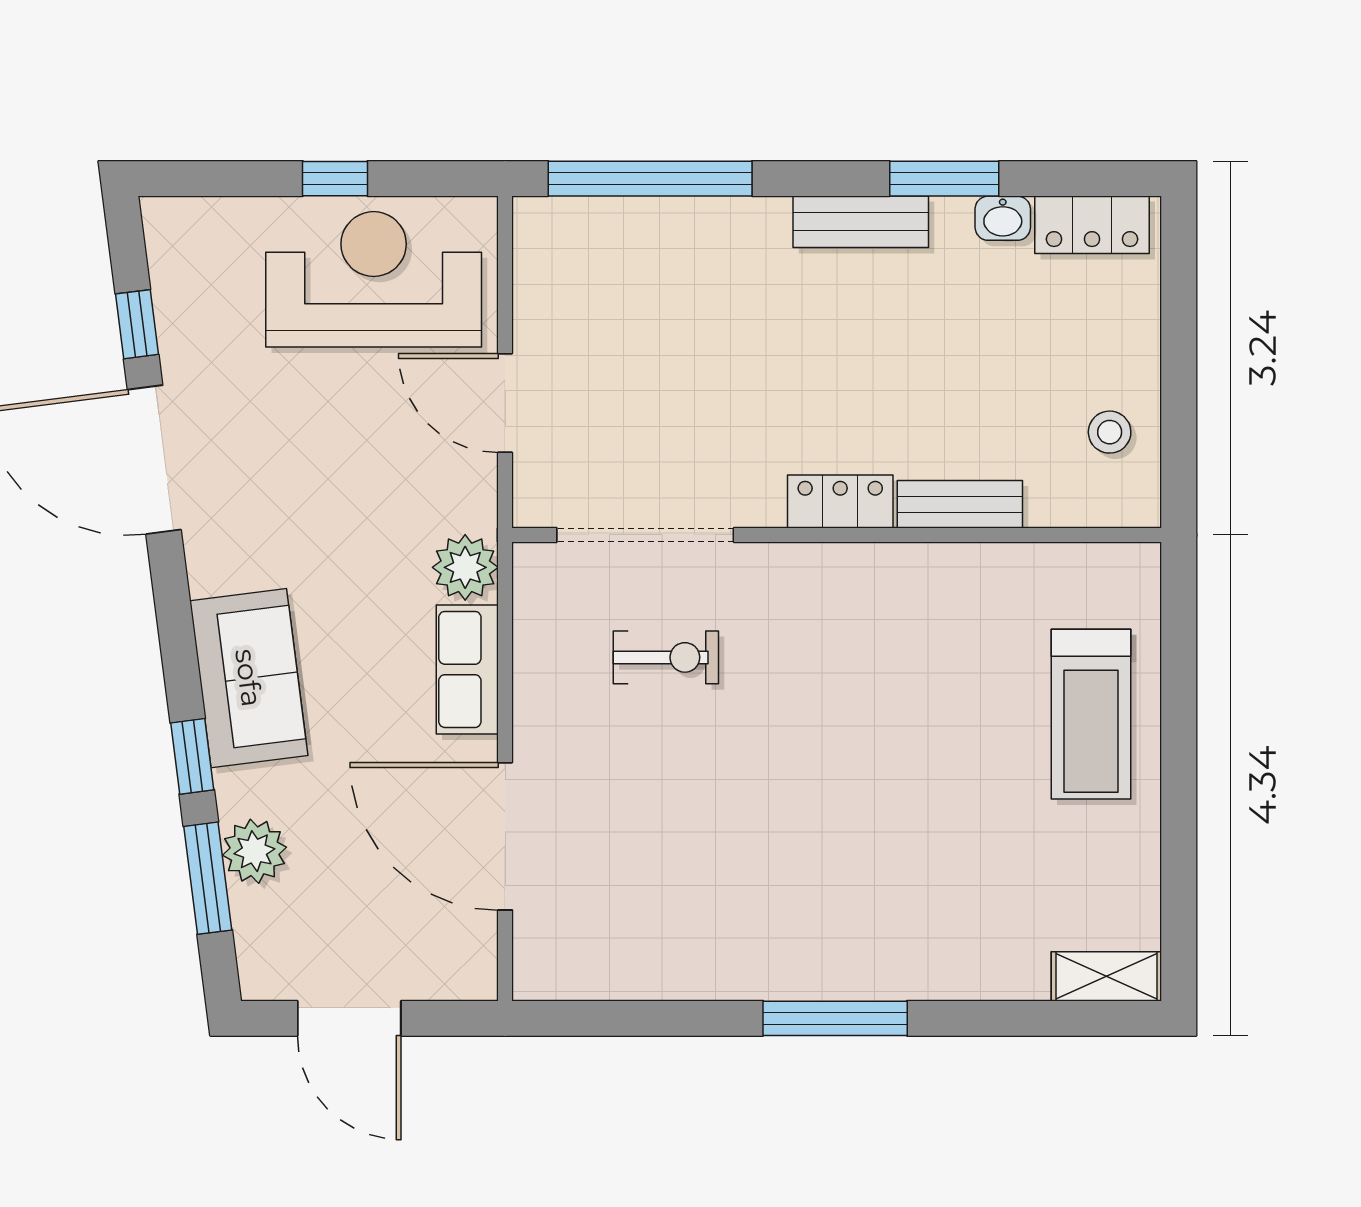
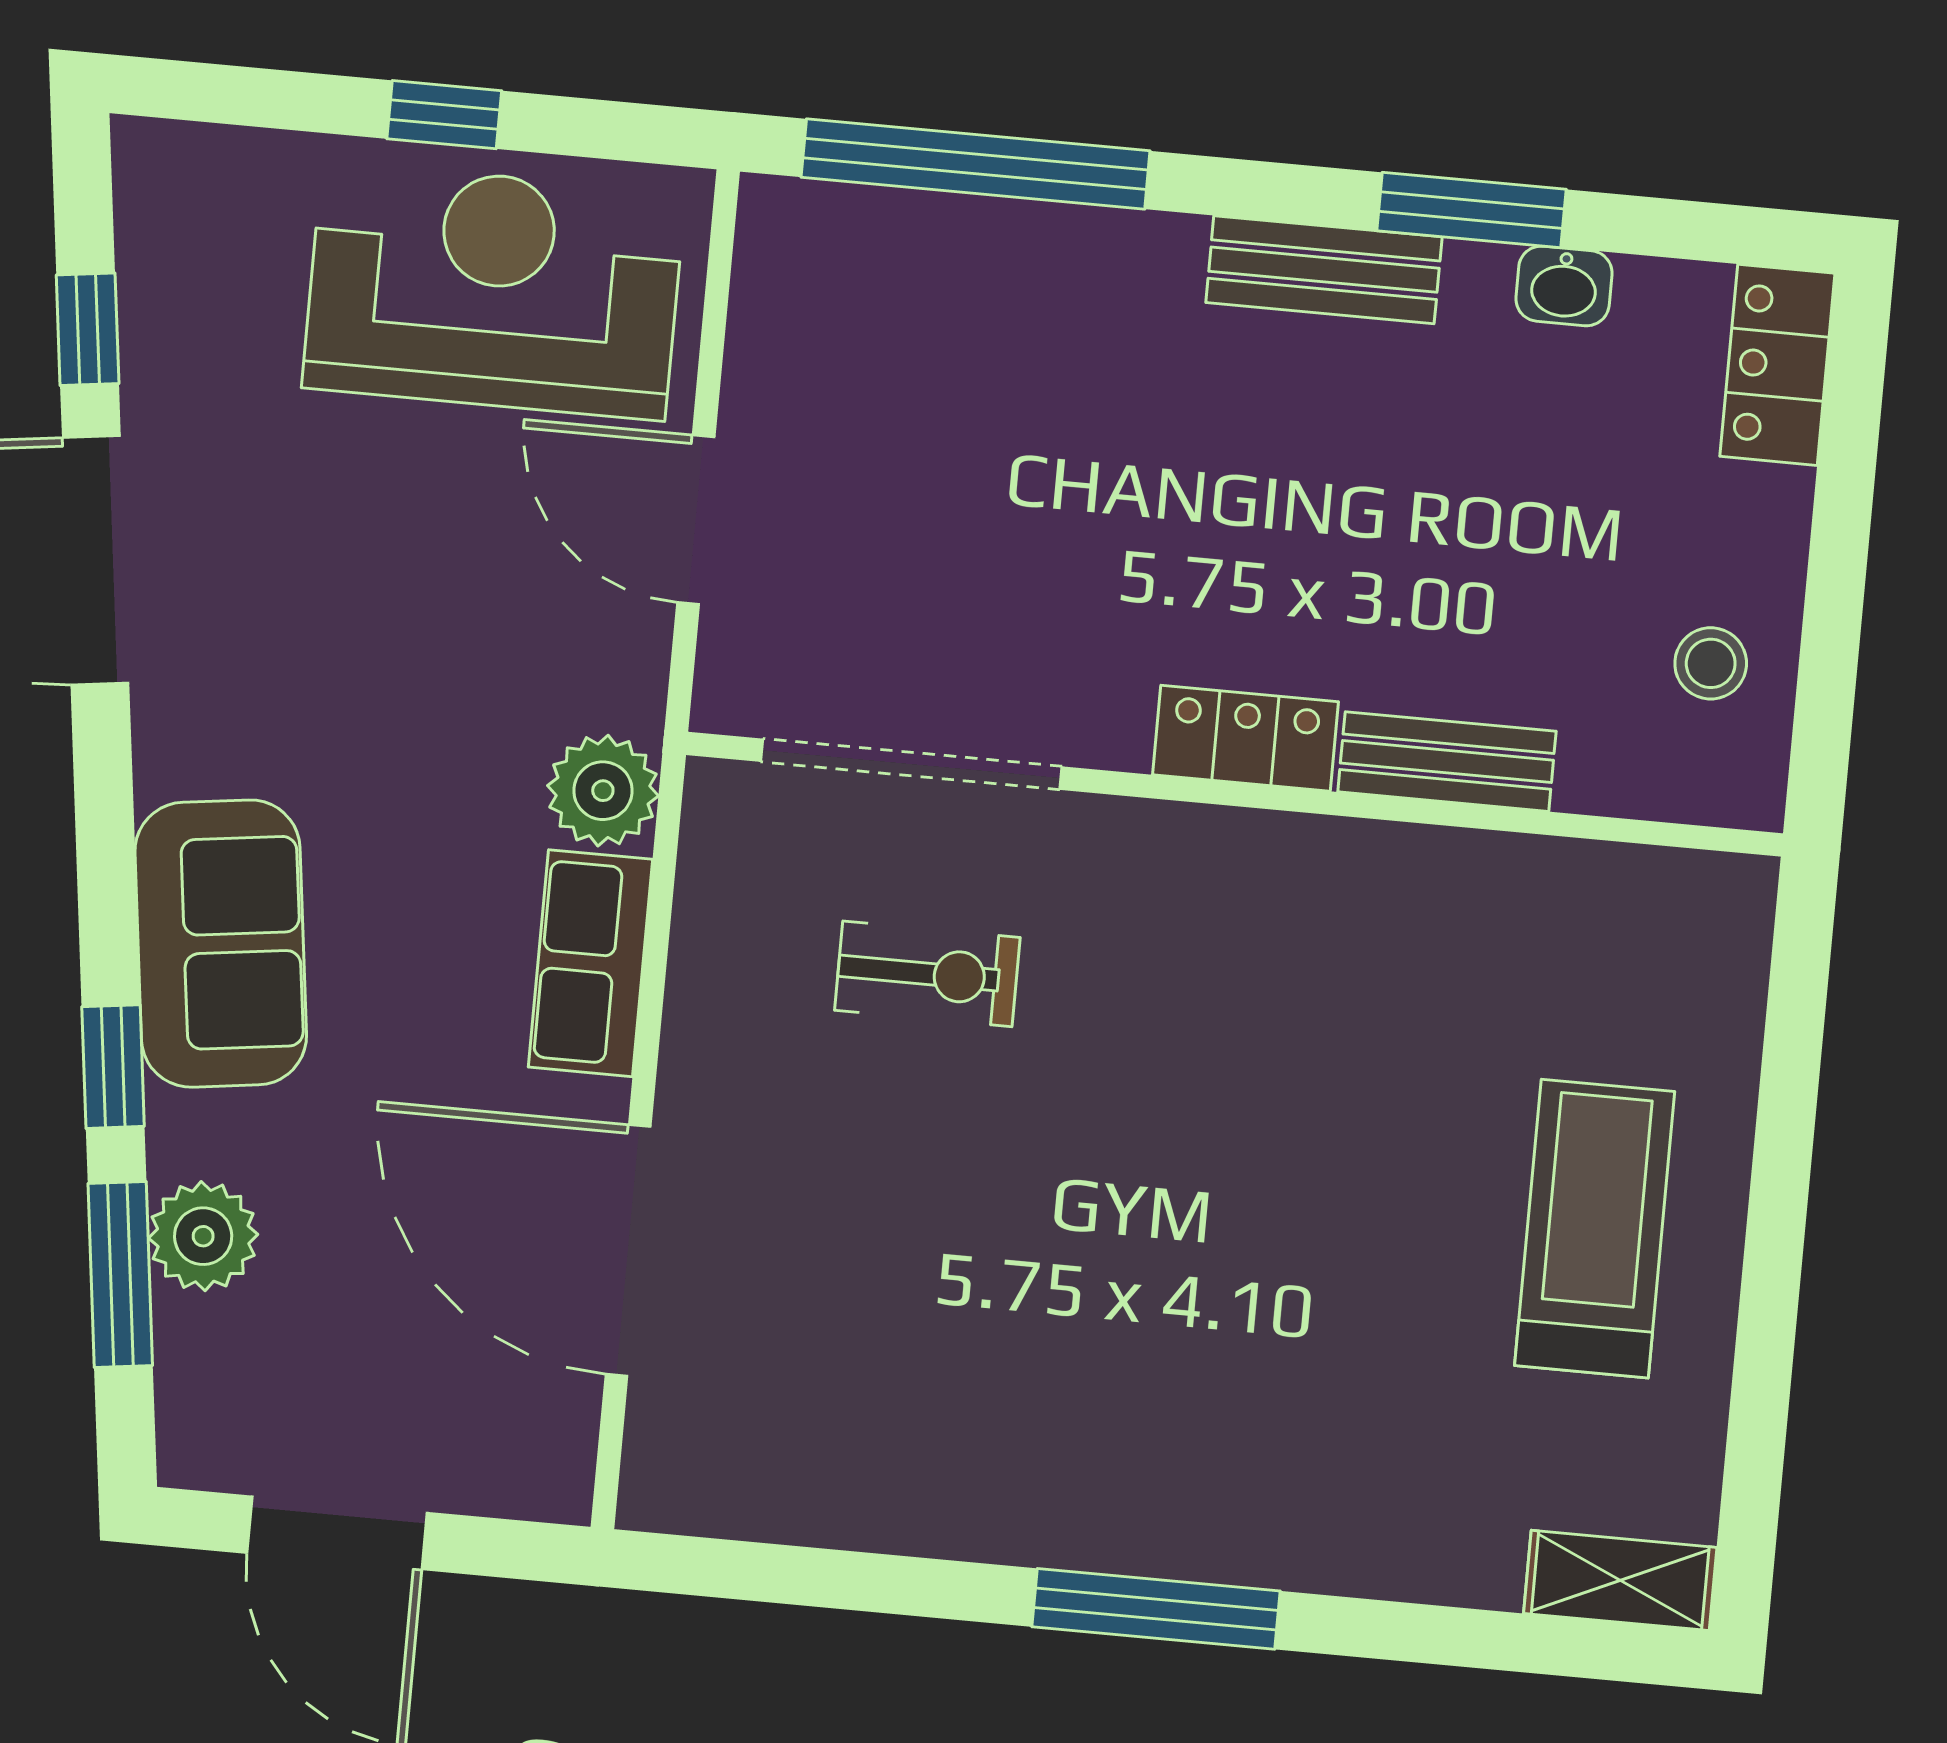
locker: (1092, 225) -> (1777, 365), moved, turned 90
treadmill: (1091, 714) -> (1595, 1229), moved, turned 180

